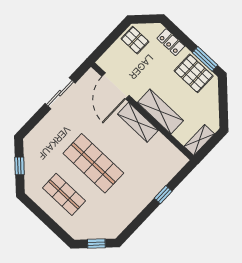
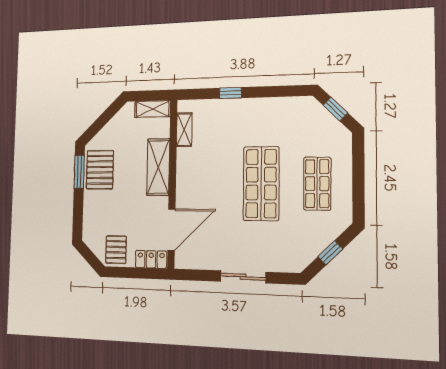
locker: (171, 42) -> (151, 259), moved, turned -90
sliding door: (60, 93) -> (243, 277), moved
shelving: (138, 122) -> (184, 130), moved, width x0.67, depth x0.75

